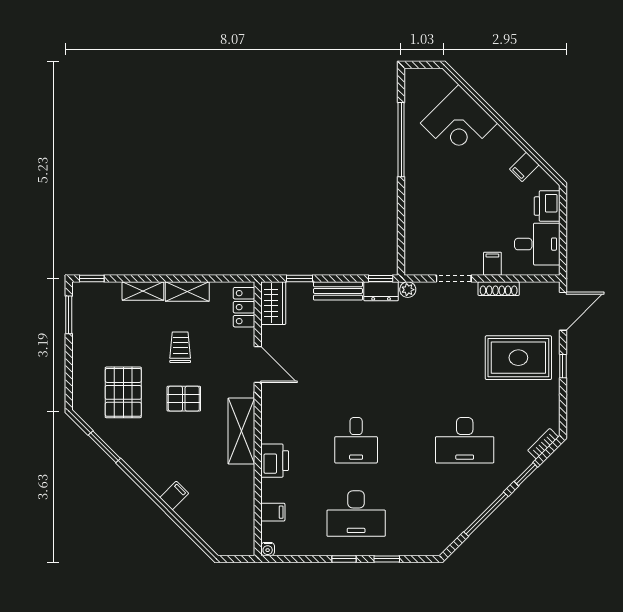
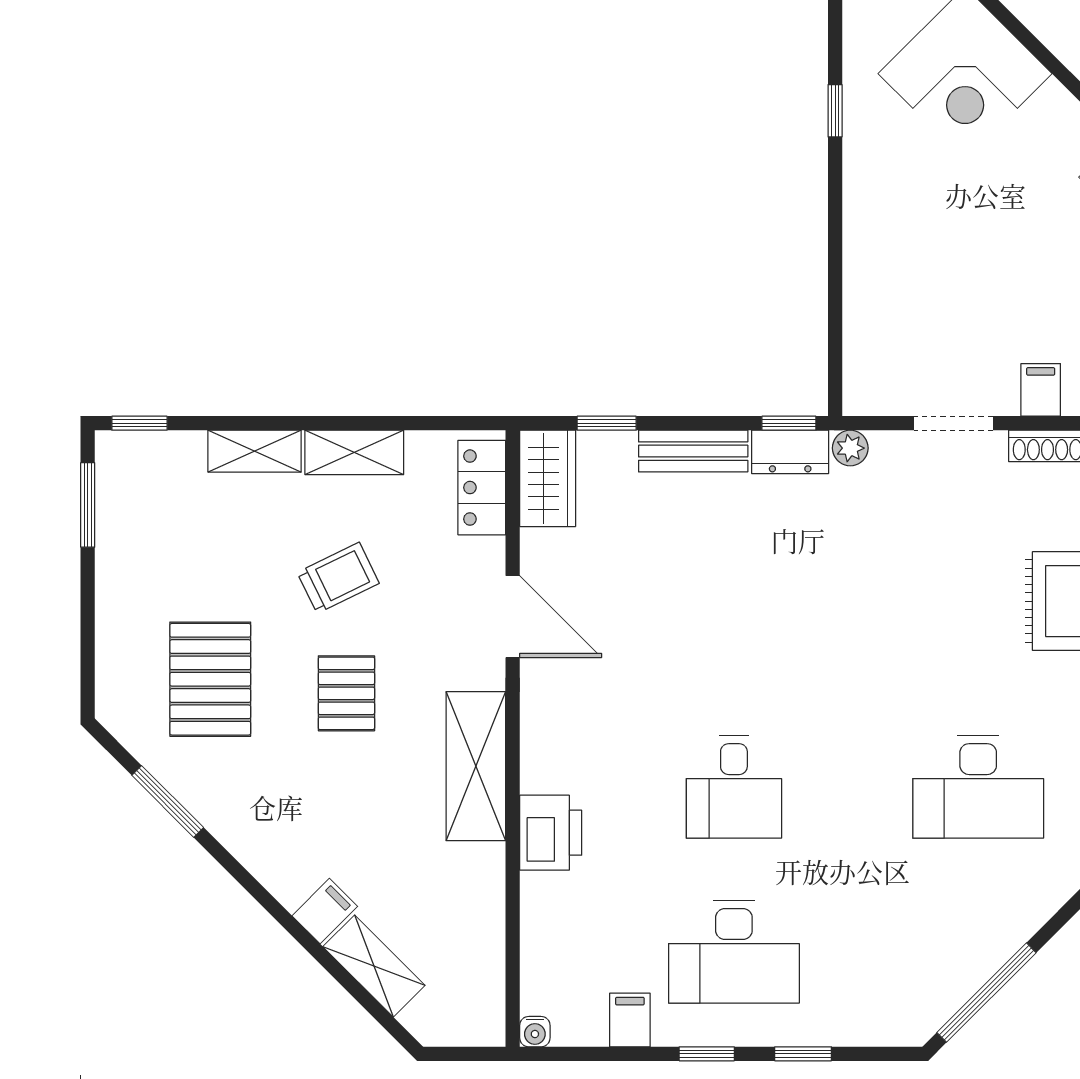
window: (401, 140) -> (835, 111), width x0.32
trolley: (180, 347) -> (338, 578), turned 64
pallet: (184, 399) -> (346, 693), turned 90
filing cabinet: (273, 512) -> (630, 1020), moved, turned -90
window: (486, 514) -> (987, 993), moved
shelving: (196, 520) -> (374, 966), added

